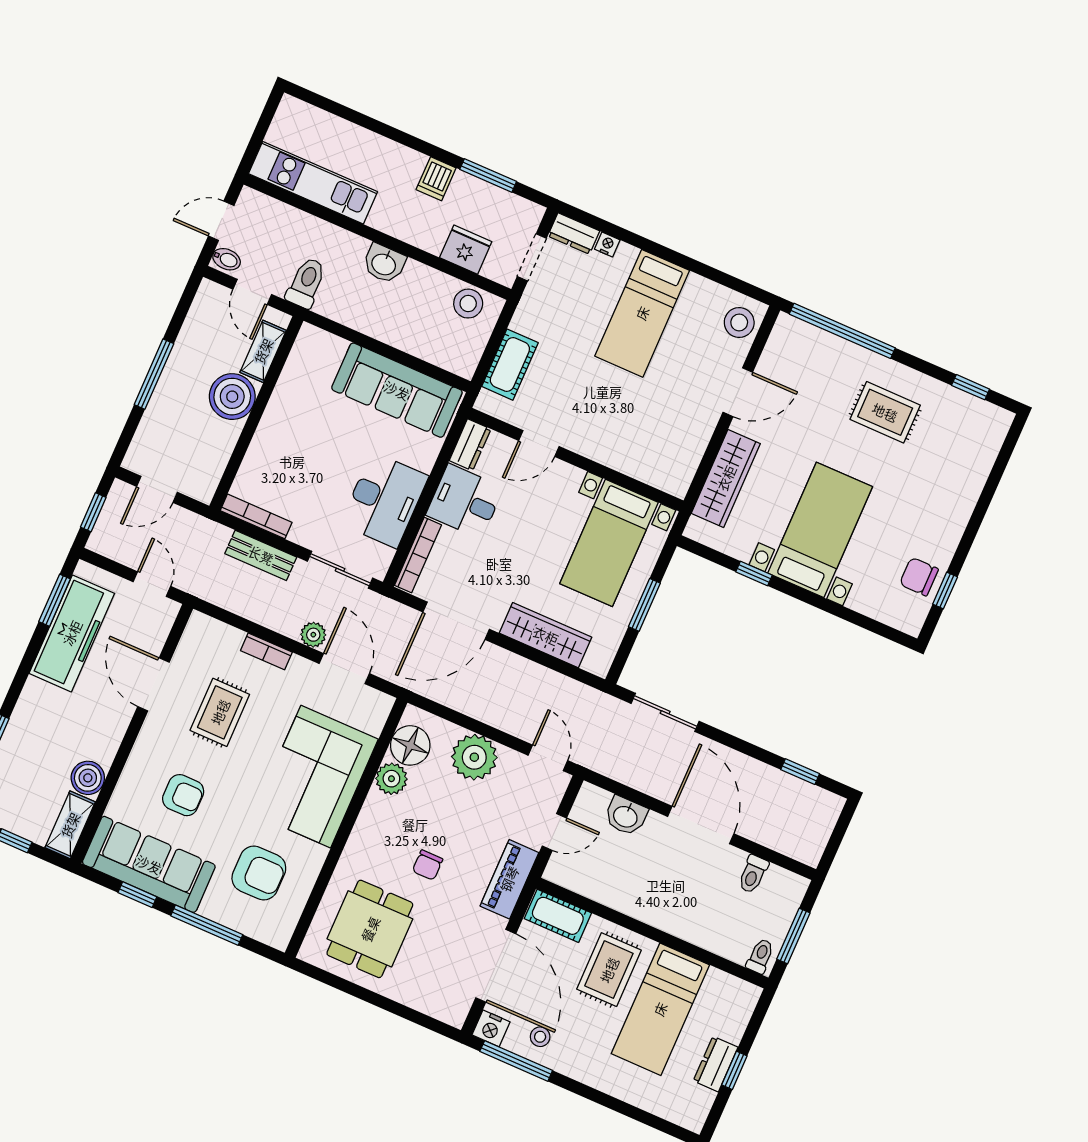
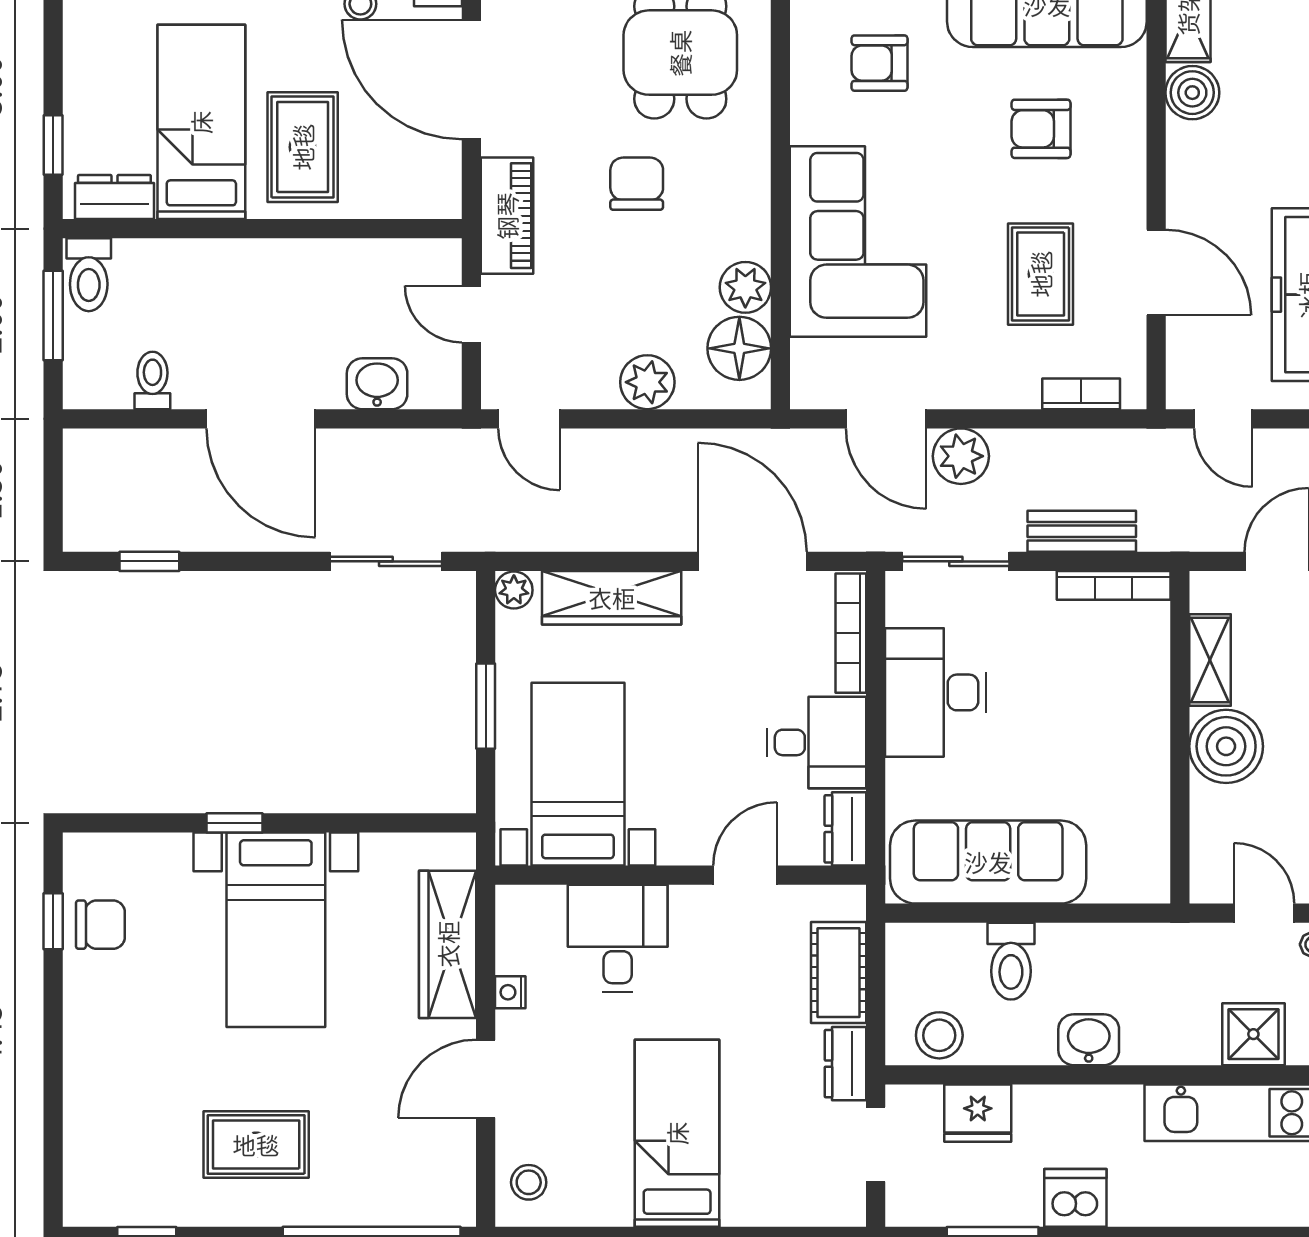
dishwasher: (436, 179) -> (1075, 1198), width x1.38
shower: (289, 226) -> (1253, 1034), added
dresser: (574, 233) -> (845, 1064), moved, turned -90
nightstand: (607, 245) -> (510, 992), moved, turned 90
toilet: (306, 283) -> (1011, 961), moved
stool: (739, 323) -> (529, 1182), width x0.73, depth x0.73
shelving: (263, 351) -> (1210, 660), moved
desk: (627, 439) -> (618, 938), added
window: (754, 574) -> (235, 823), moved
door: (456, 621) -> (752, 561), hinge flipped
plant: (313, 635) -> (961, 456), width x1.38, depth x1.38
bookcase: (266, 651) -> (1081, 394), moved
plant: (599, 664) -> (514, 590), added
plant: (474, 757) -> (647, 382), width x0.73, depth x0.73
door: (554, 832) -> (471, 314), hinge flipped
chair: (428, 865) -> (637, 184), width x1.37, depth x1.37
armchair: (259, 873) -> (879, 63), width x0.72, depth x0.72
cot: (558, 916) -> (412, 193), removed
toilet: (760, 956) -> (89, 275), width x1.37, depth x1.39
dresser: (716, 1064) -> (114, 197), moved, turned -90
window: (734, 1070) -> (53, 145), moved

